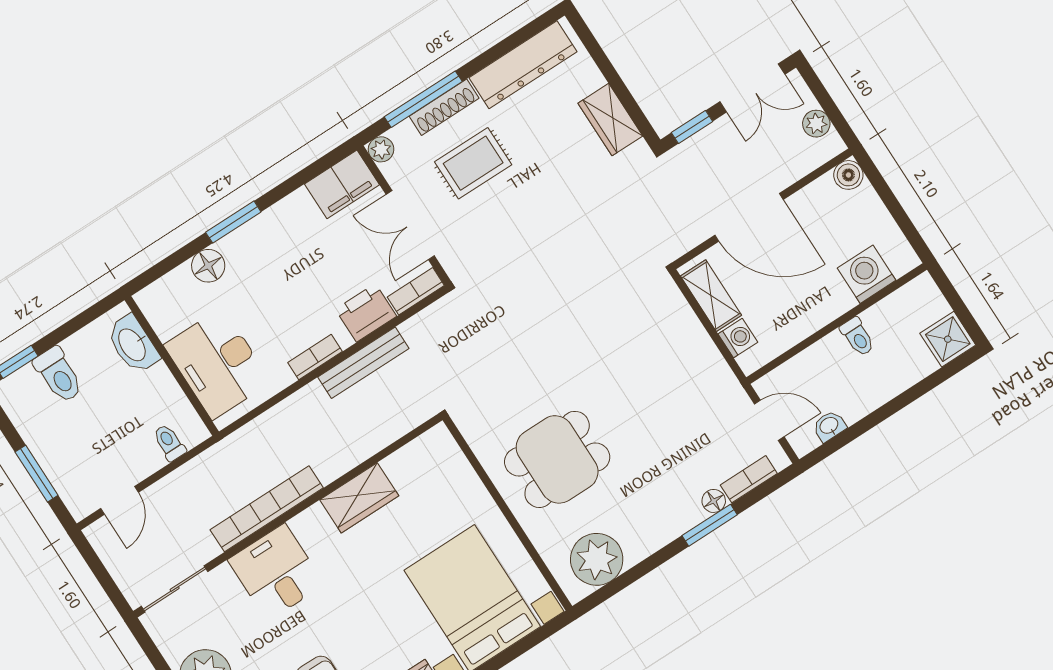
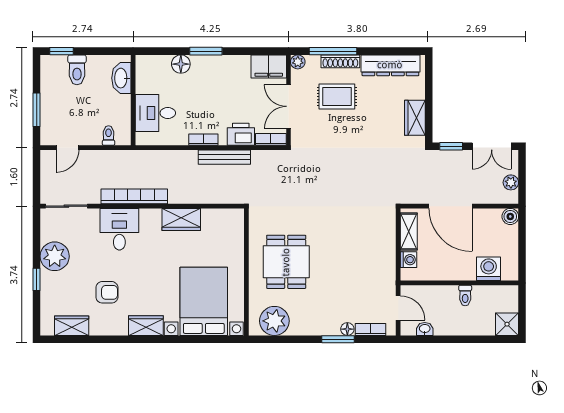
desk: (217, 364) -> (155, 113), width x0.73
dining table: (557, 459) -> (286, 262), turned 90

